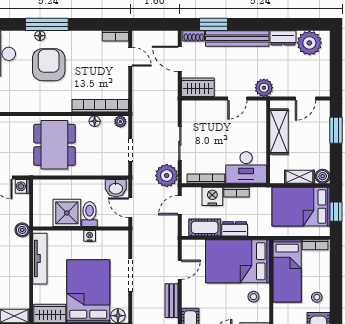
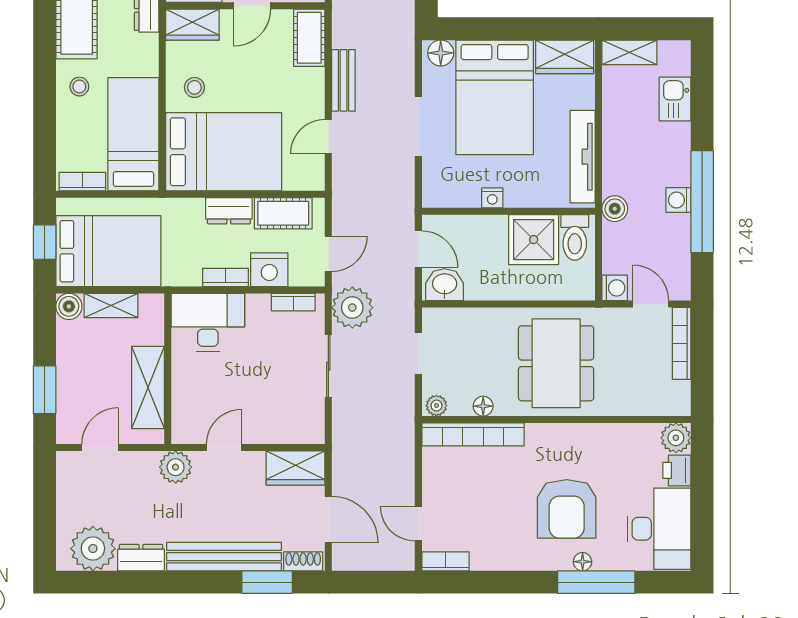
window: (47, 24) -> (596, 582), moved
bookcase: (206, 179) -> (293, 302), width x0.64
toilet: (90, 214) -> (575, 237), moved

